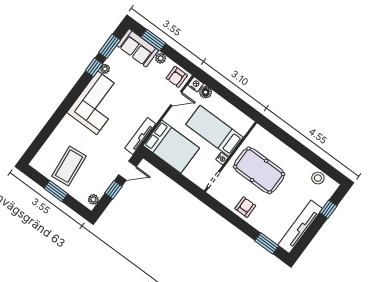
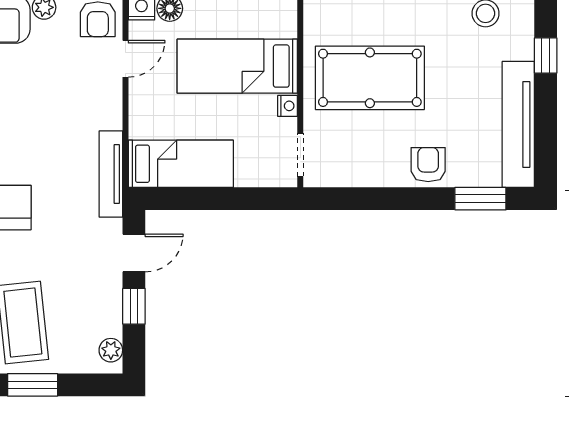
bed: (171, 147) -> (181, 164), width x0.67
armchair: (245, 207) -> (428, 165), moved

